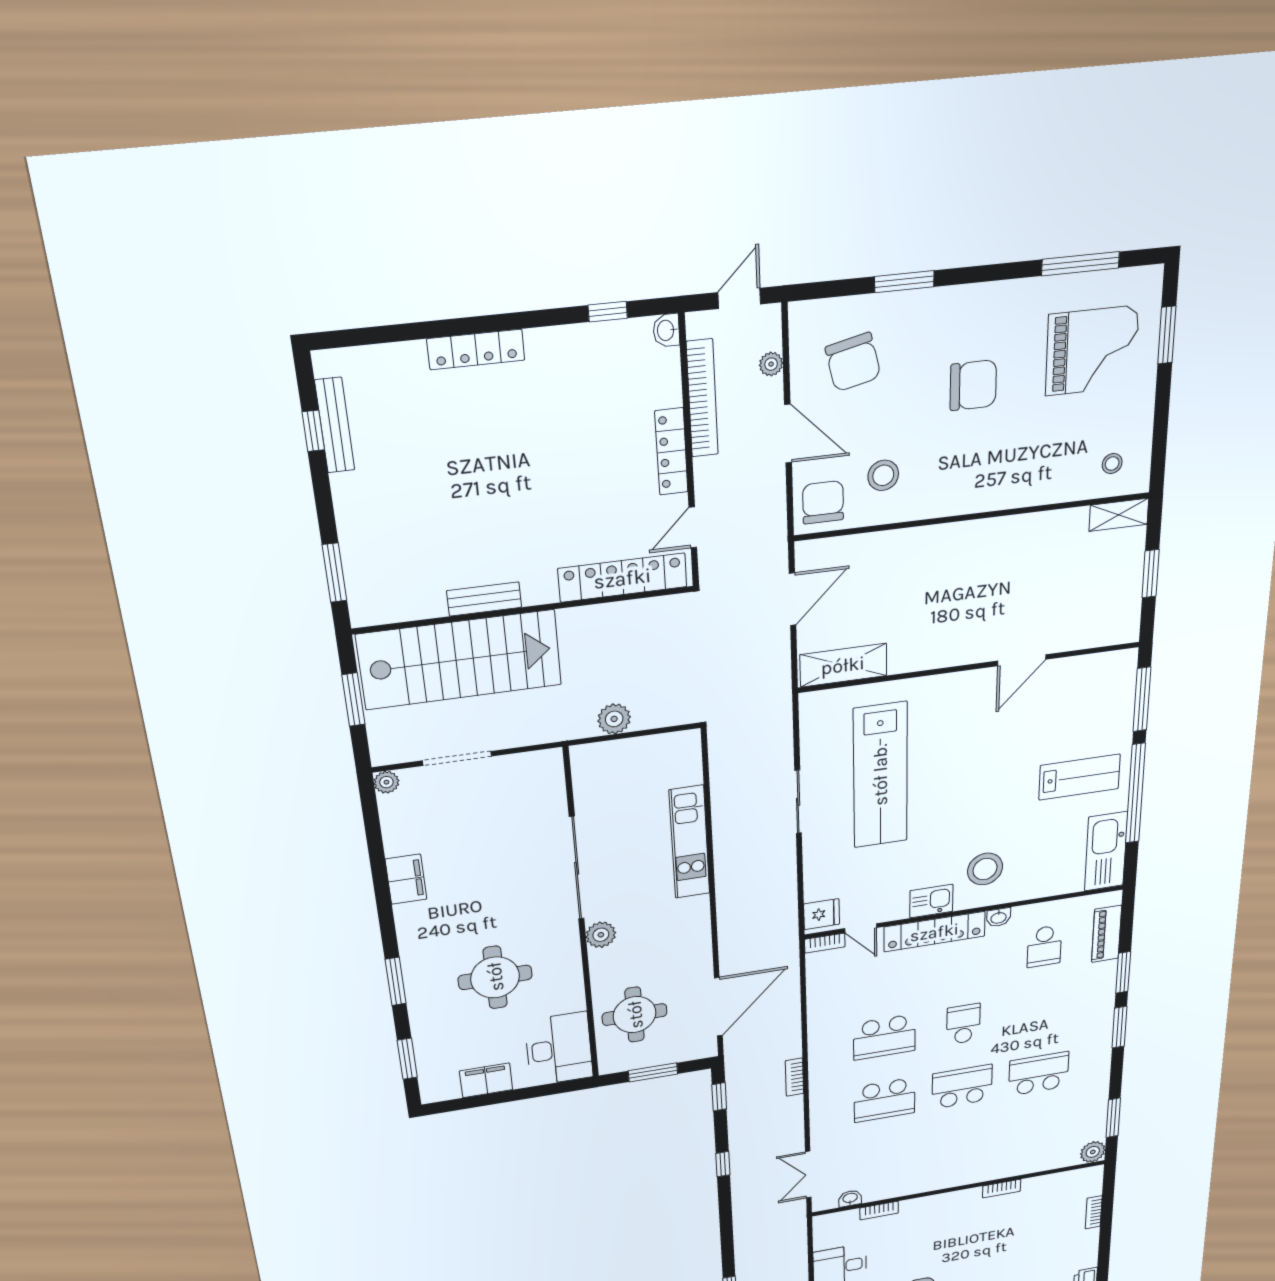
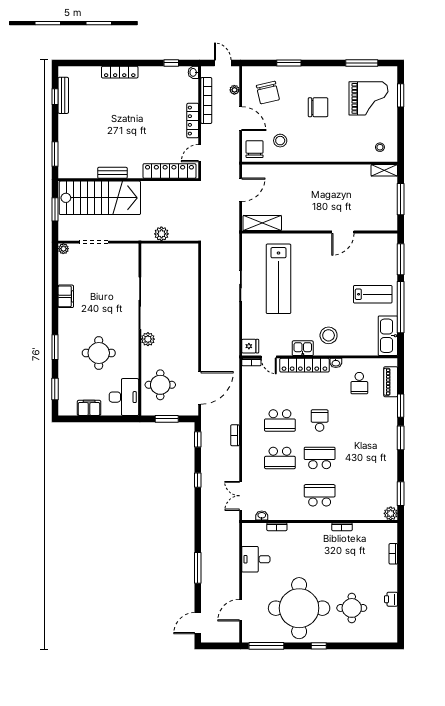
door: (739, 298) -> (223, 63), hinge flipped
window: (1151, 574) -> (401, 199), width x1.44
kitchen unit: (689, 842) -> (191, 298), removed
school desk: (1039, 1074) -> (320, 495), moved

